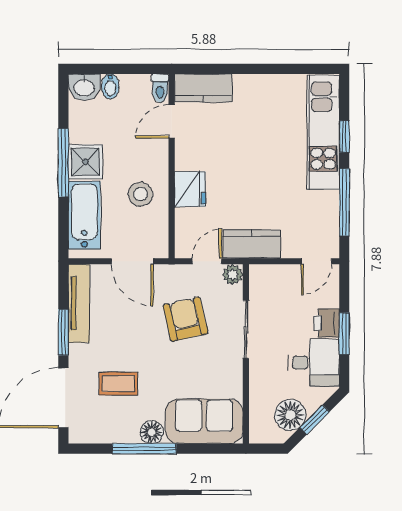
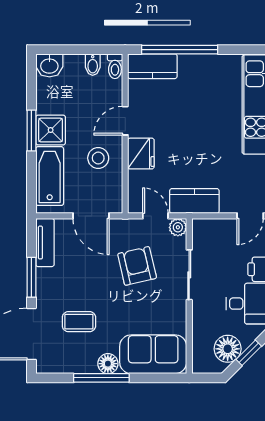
window: (235, 69) -> (180, 50), added
bidet: (110, 86) -> (93, 65), moved
door: (172, 121) -> (125, 121), moved
window: (63, 163) -> (31, 131), width x0.69
door: (207, 261) -> (155, 216), hinge flipped
tv unit: (79, 303) -> (45, 243), width x0.71

